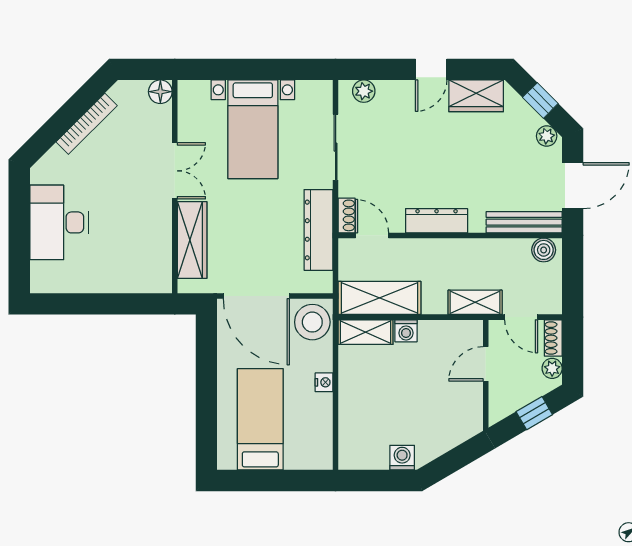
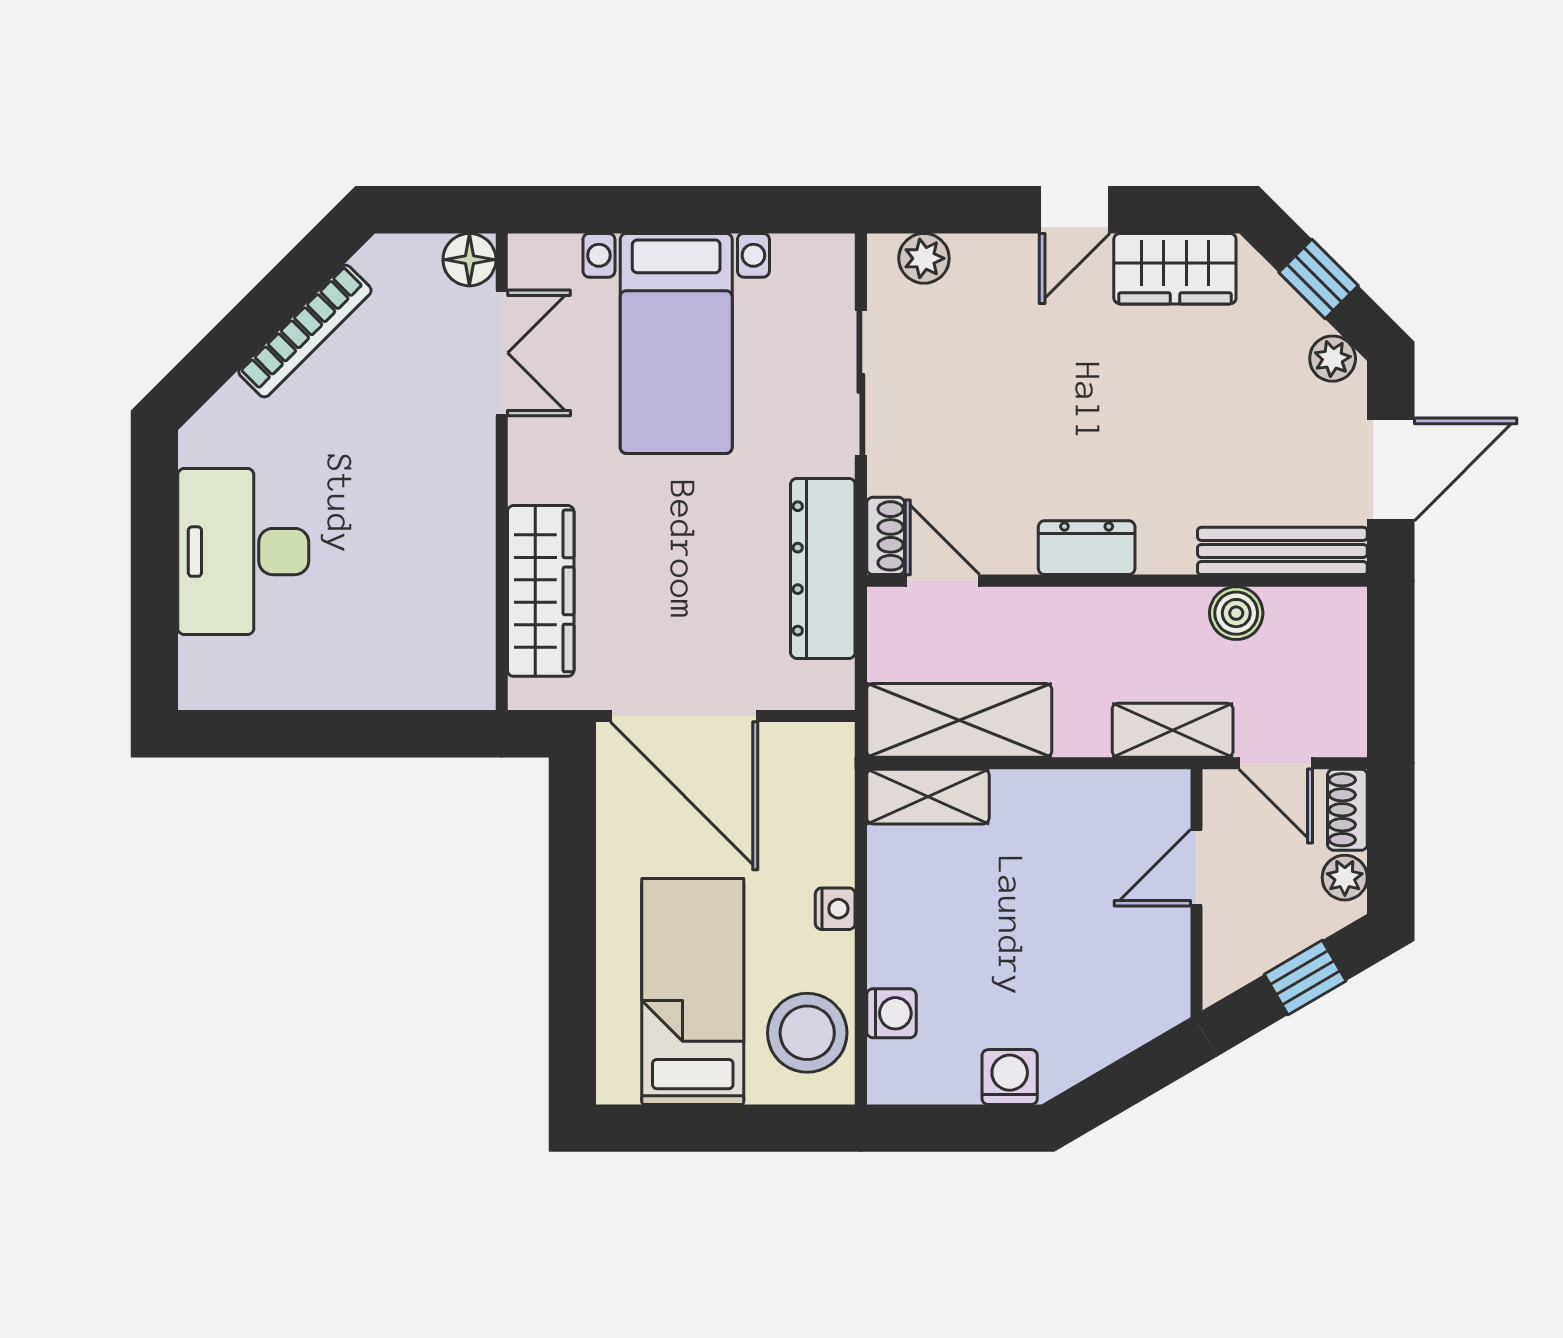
double door: (175, 171) -> (502, 353), moved
dresser: (437, 221) -> (1087, 548), width x0.70
boiler: (544, 250) -> (1236, 613), moved
stool: (312, 322) -> (807, 1033), moved
washing machine: (406, 331) -> (891, 1013), moved, turned -90

